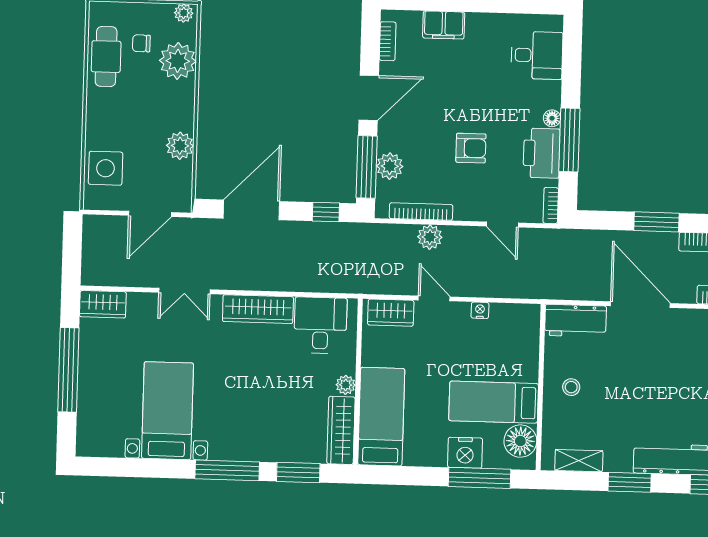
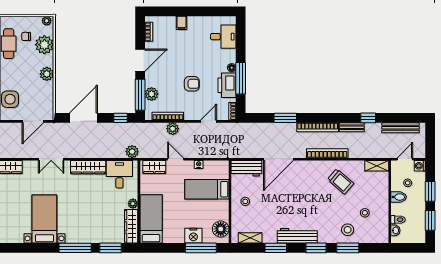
filing cabinet: (444, 25) -> (181, 23), width x0.50
plant: (180, 146) -> (47, 74), moved
door: (502, 224) -> (209, 121), swing flipped
plant: (347, 281) -> (132, 152), added
door: (640, 305) -> (278, 159), swing flipped
bed: (494, 402) -> (207, 189), moved

